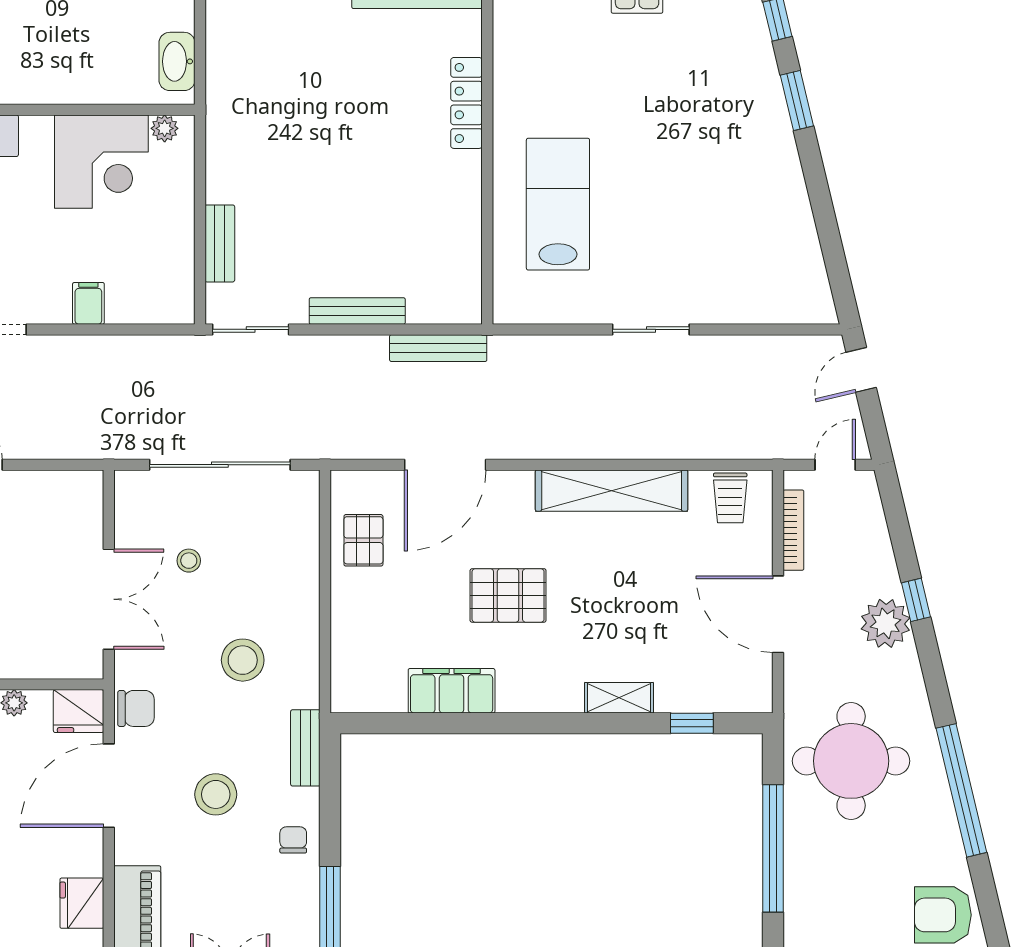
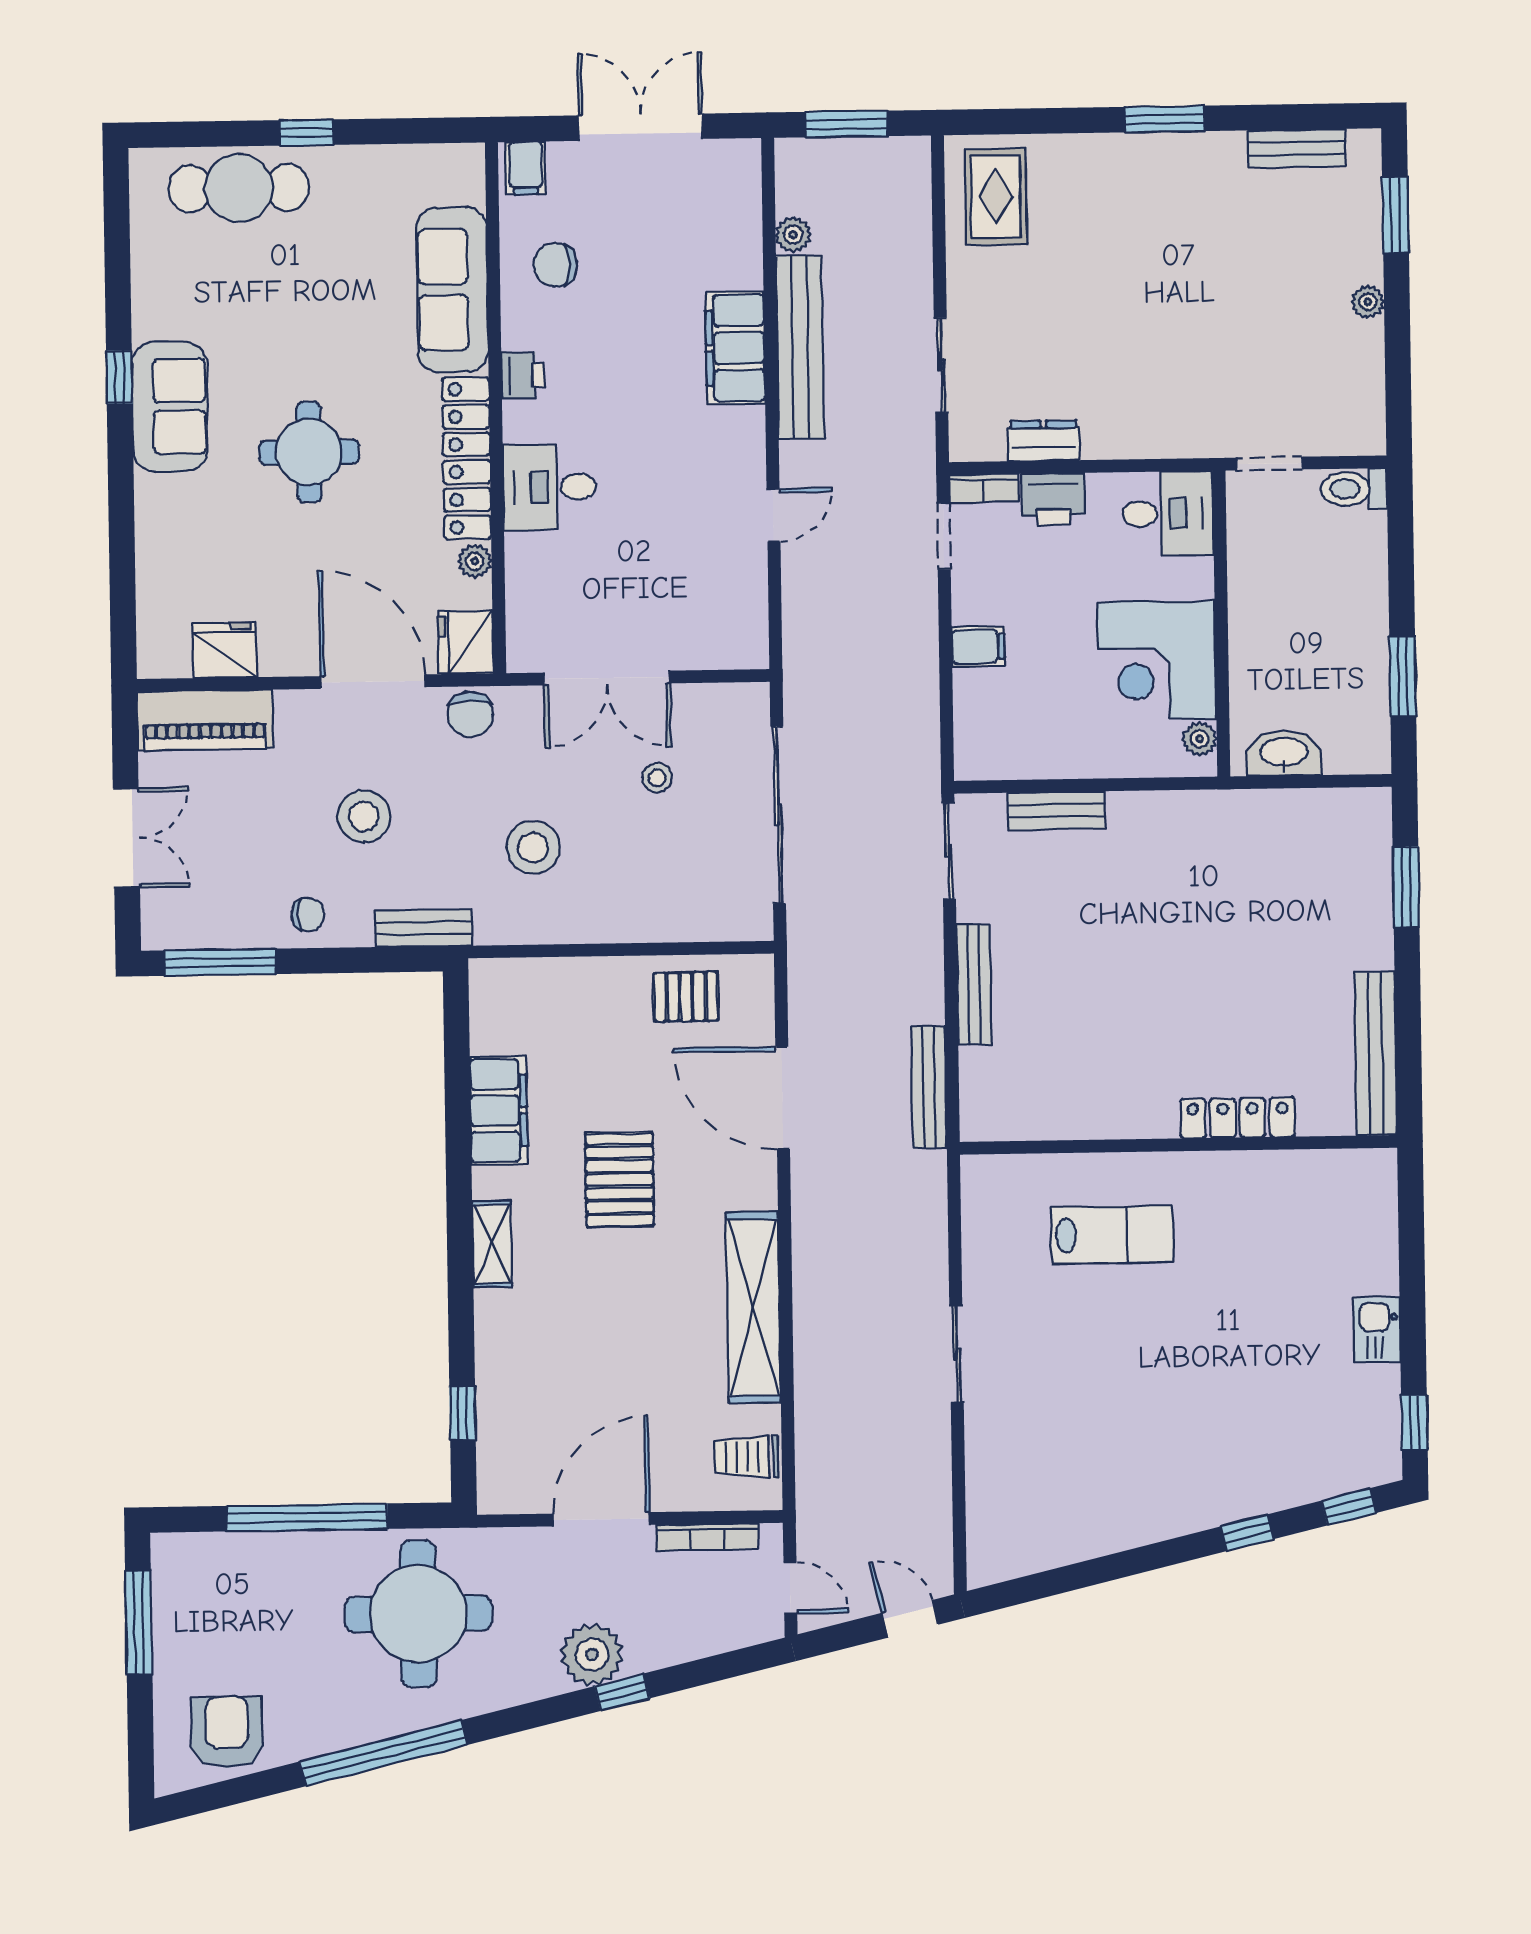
window: (797, 100) -> (1247, 1533), width x0.67
lab bench: (558, 204) -> (1112, 1235), width x0.73, depth x0.72
shelving: (619, 698) -> (492, 1244), moved

